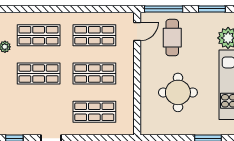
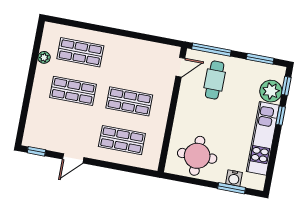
shop shelf: (94, 35) -> (137, 63), removed
round table: (178, 92) -> (197, 156), moved
water cooler: (209, 128) -> (234, 178), added

